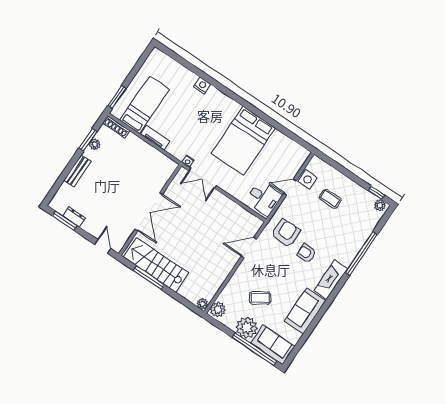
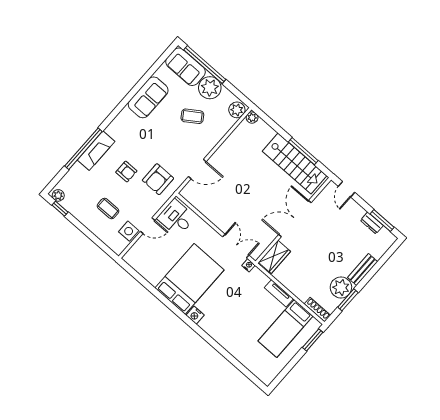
nightstand: (202, 85) -> (195, 315), moved
plant: (95, 144) -> (341, 287), width x1.88, depth x1.88
wardrobe: (164, 172) -> (274, 257), added
armchair: (306, 253) -> (126, 172), moved
fireplace: (331, 280) -> (96, 151), moved

